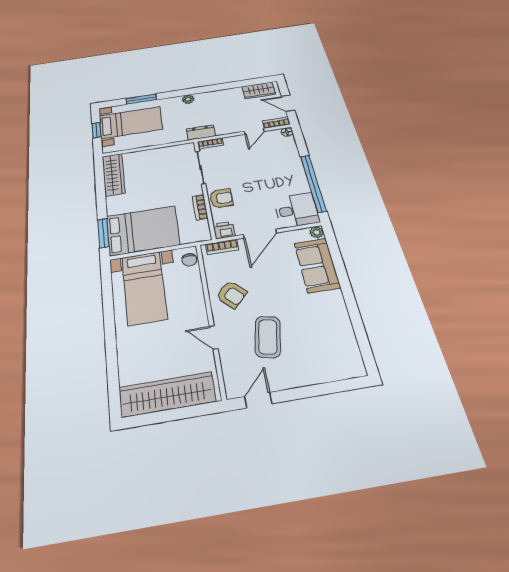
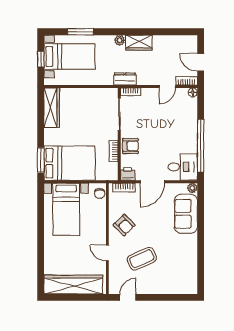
wardrobe: (259, 90) -> (139, 43), moved
coffee table: (268, 337) -> (142, 259), turned 54

